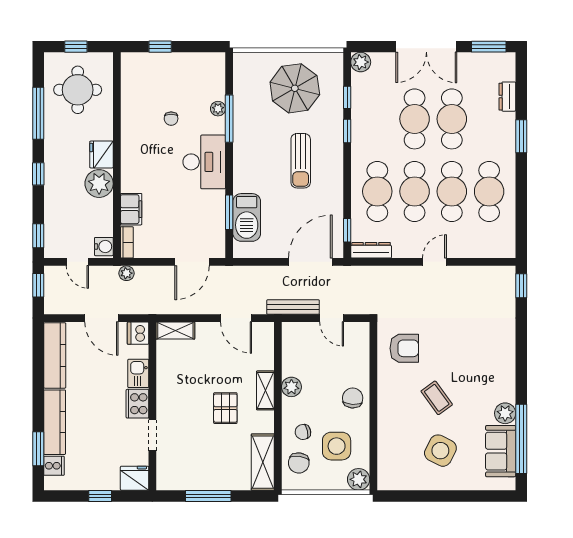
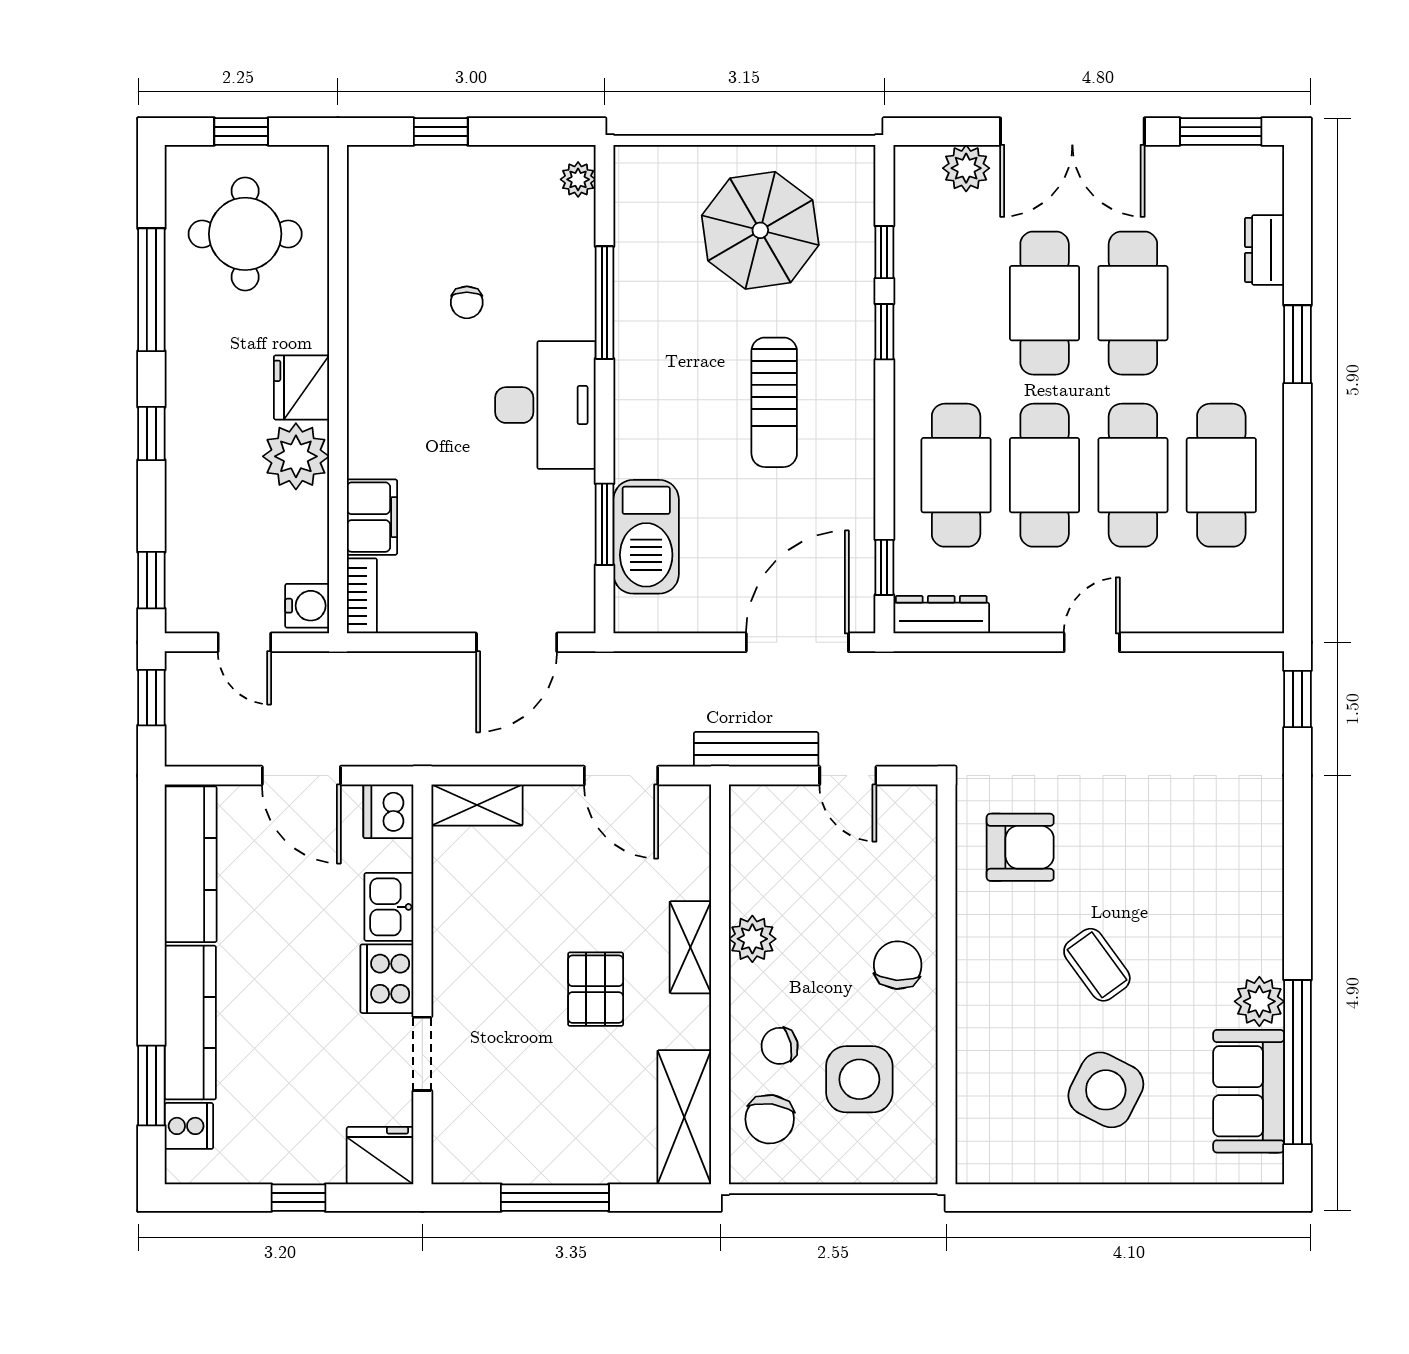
plant: (361, 62) -> (966, 168), moved
plant: (218, 109) -> (578, 179), moved
plant: (126, 273) -> (361, 669), removed
plant: (359, 479) -> (912, 1158), removed

